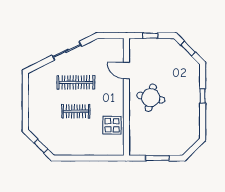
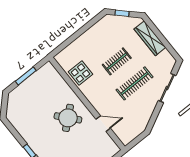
sliding door: (67, 51) -> (167, 88), moved
round table: (151, 98) -> (68, 118), turned 37
wardrobe: (35, 108) -> (150, 38), added

